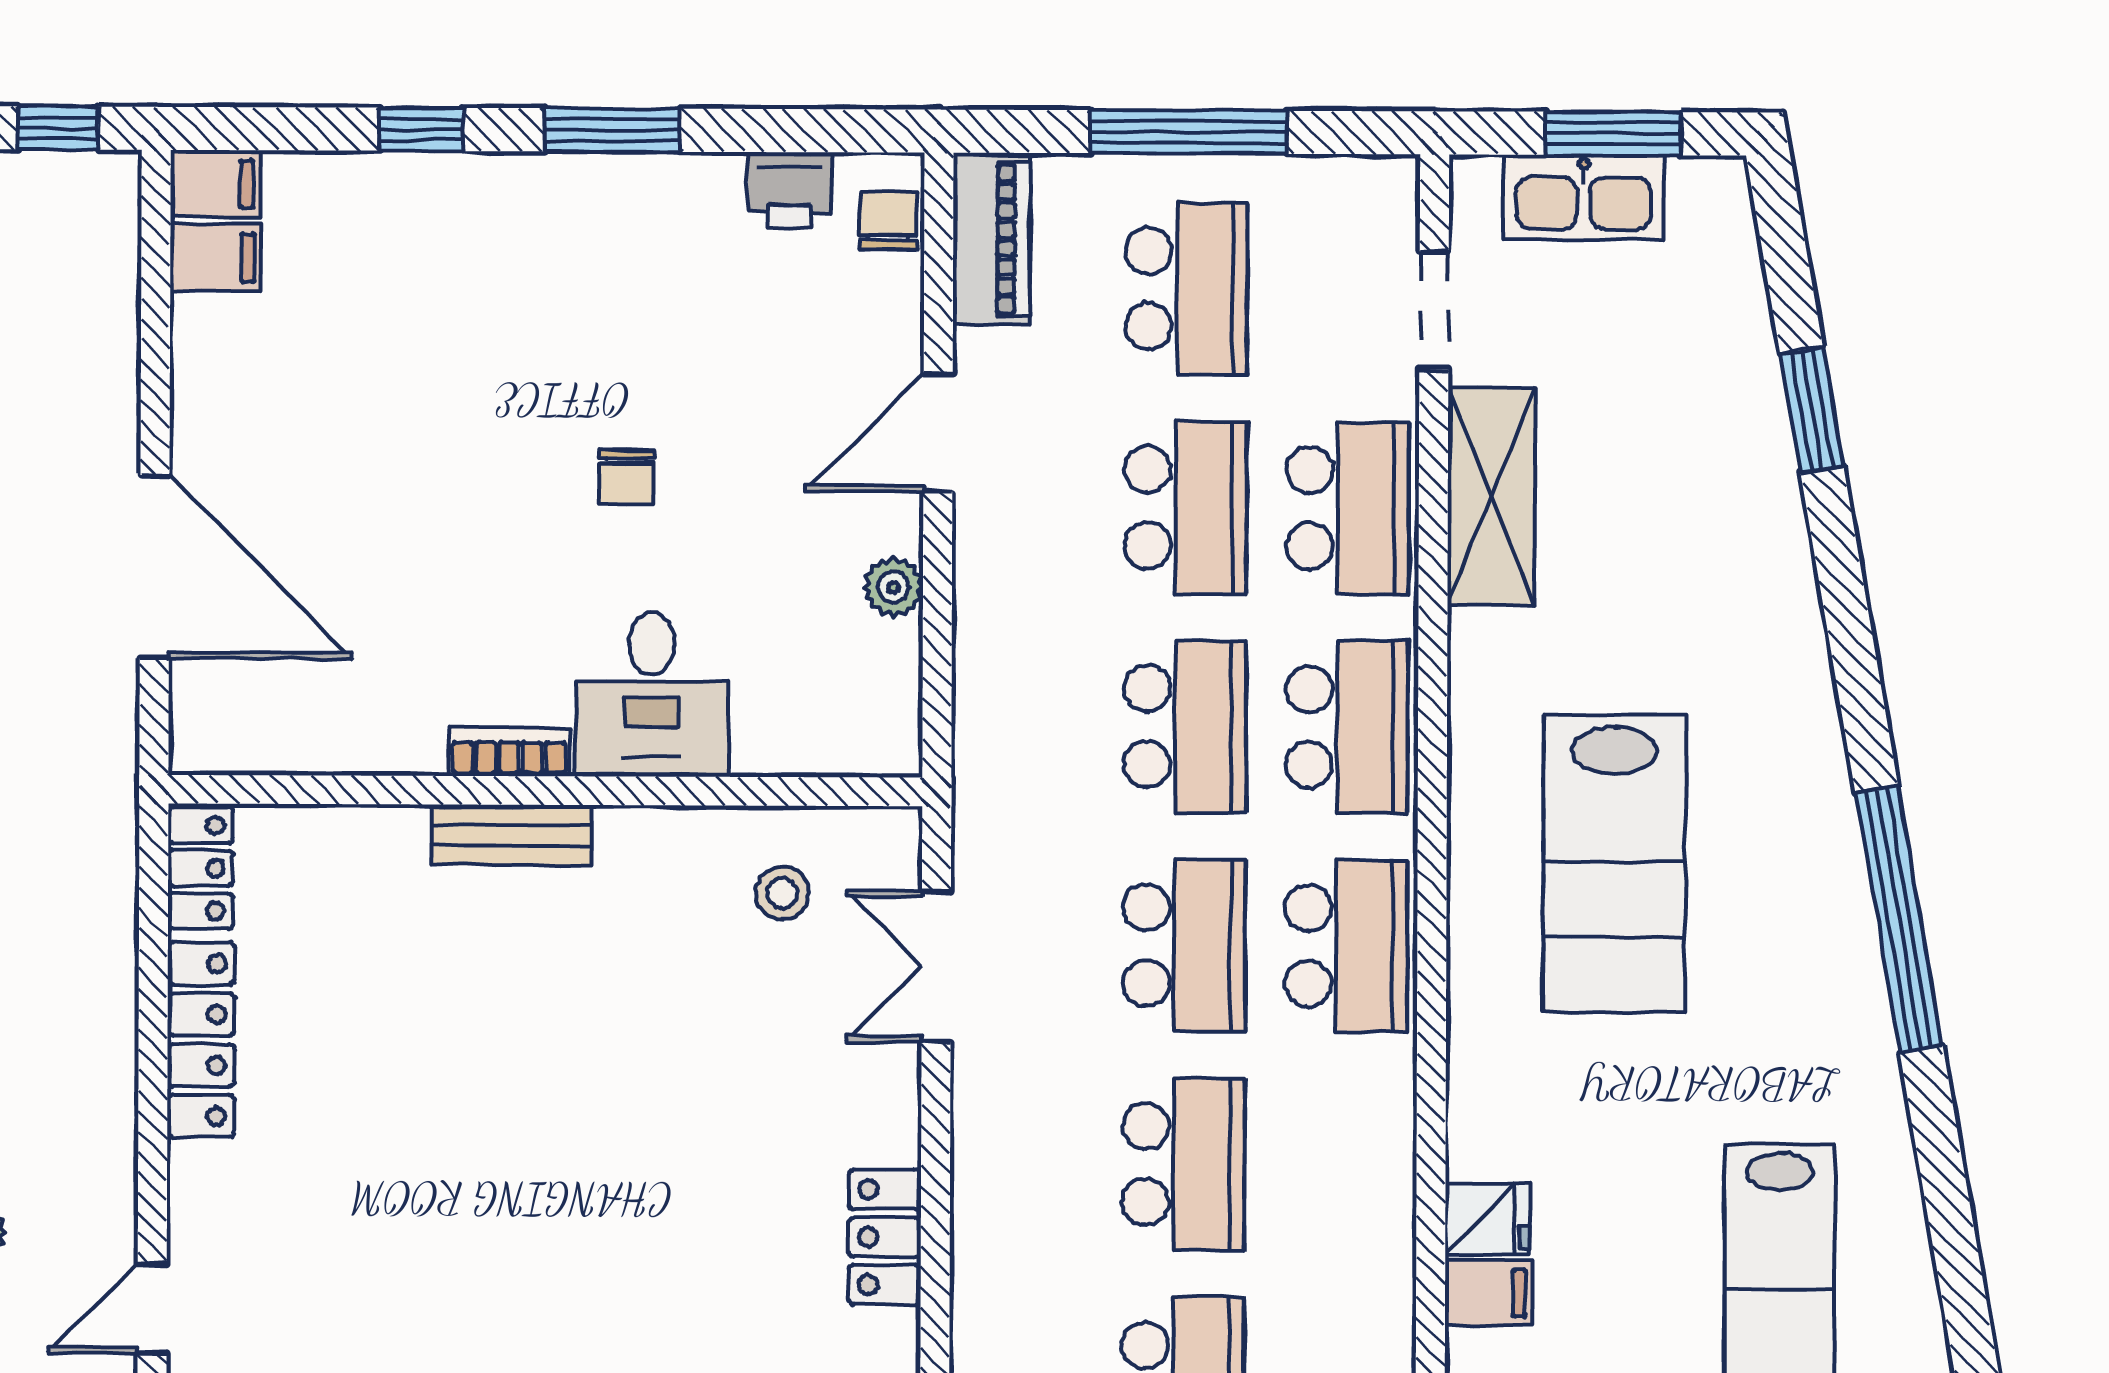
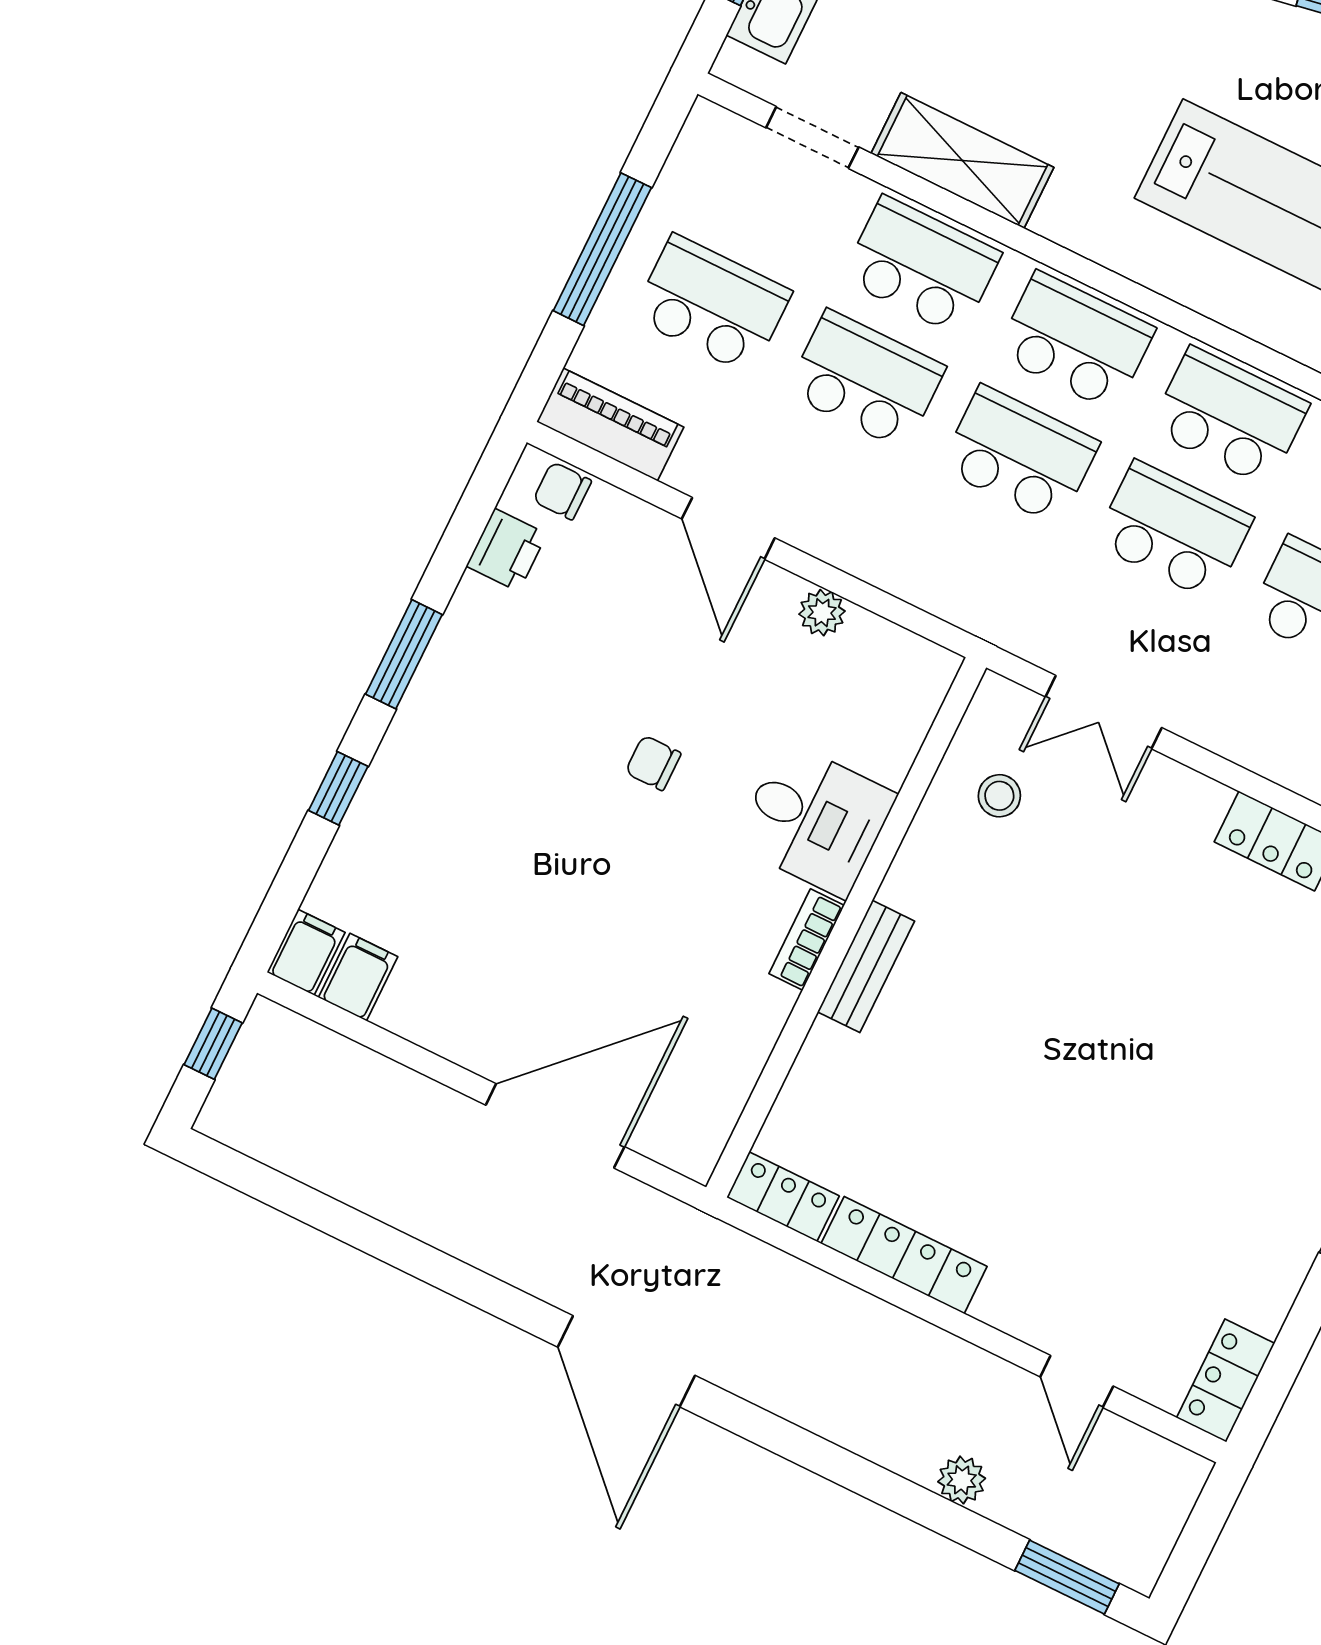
chair: (627, 477) -> (653, 763), turned 180

